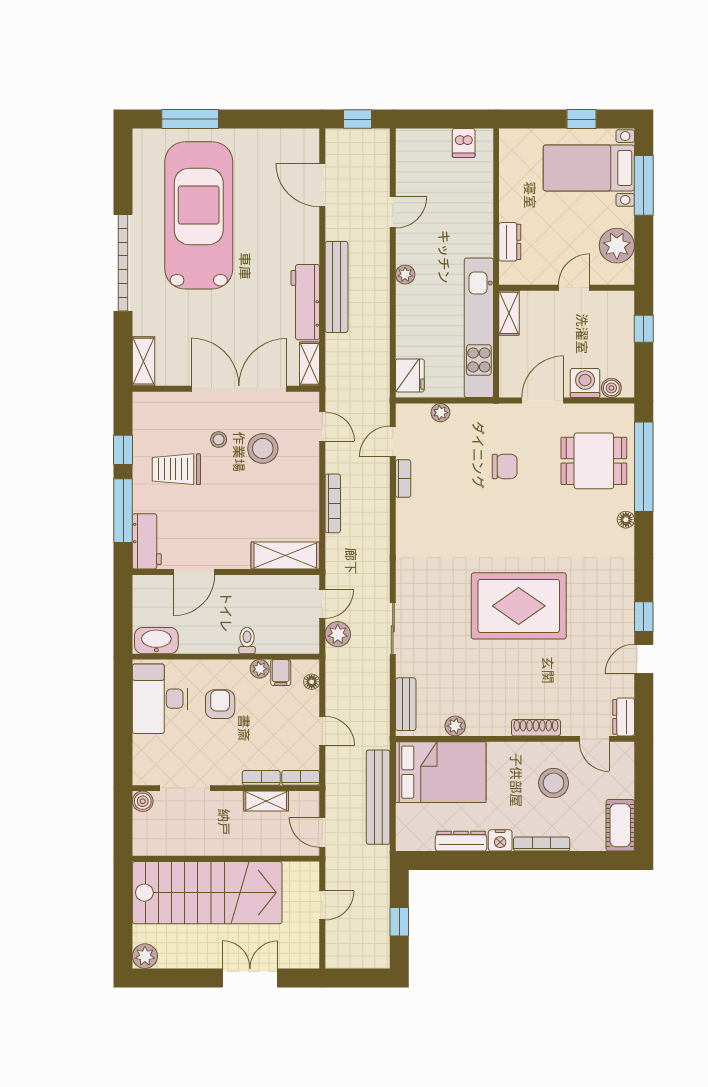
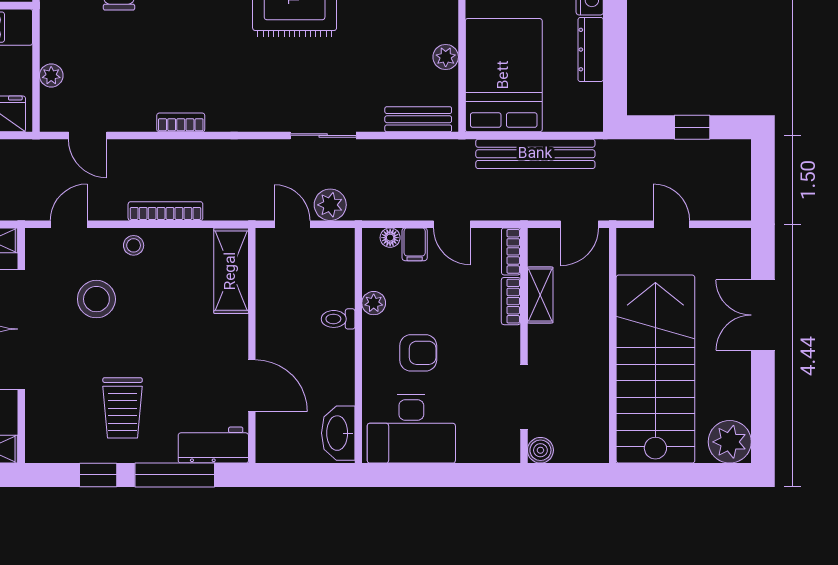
stool: (219, 440) -> (134, 245), moved
bookcase: (403, 479) -> (181, 122), moved
filing cabinet: (281, 673) -> (415, 244), moved, turned 90
armchair: (220, 704) -> (418, 353), turned 180
door: (322, 731) -> (452, 224), swing flipped
plant: (145, 956) -> (730, 442), width x1.36, depth x1.36

